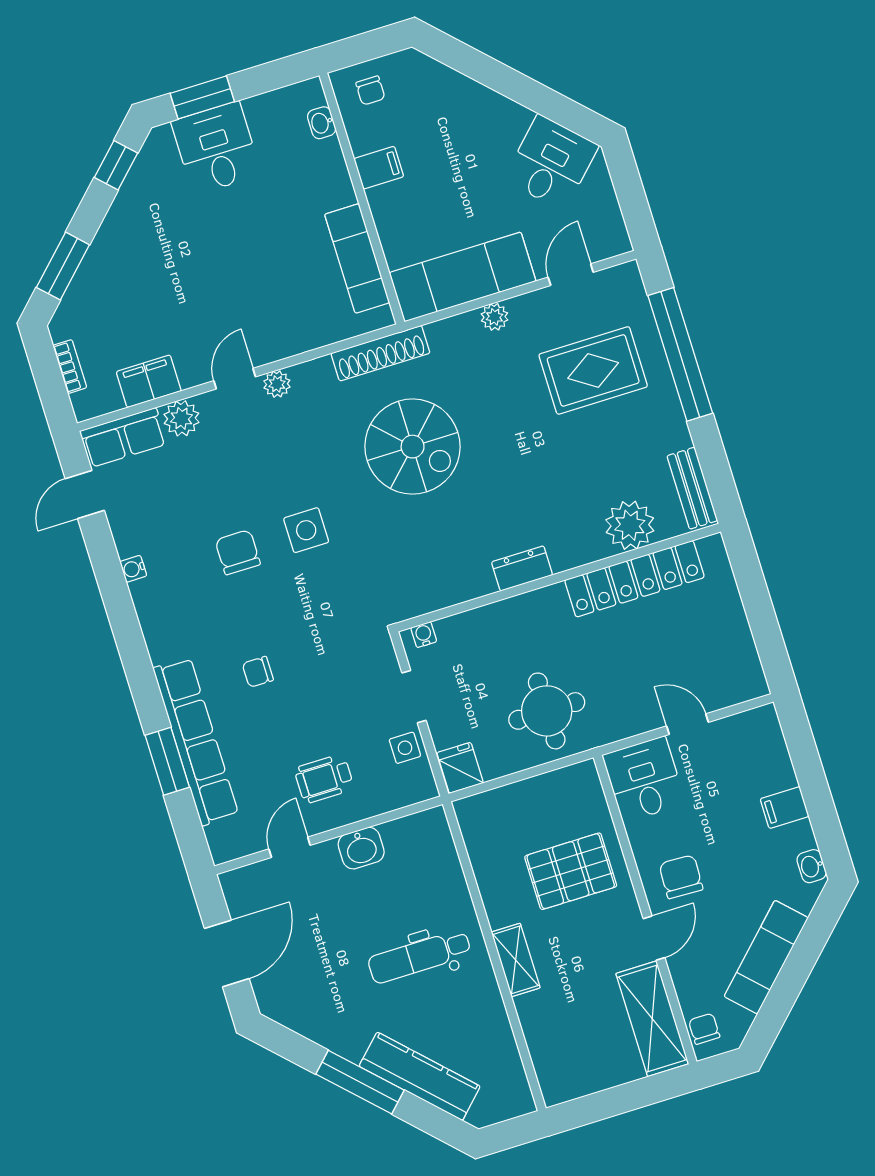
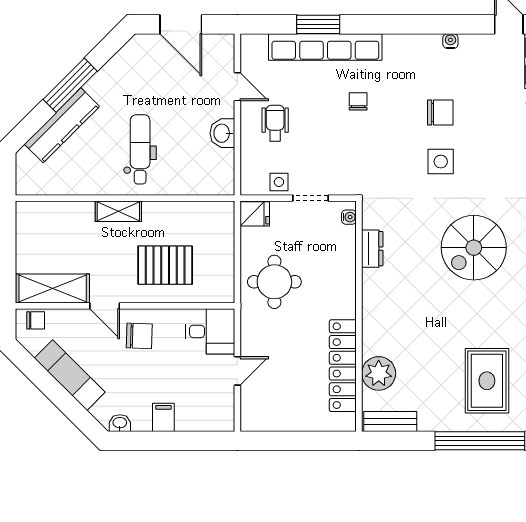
dresser: (522, 568) -> (372, 249), moved
pallet: (571, 871) -> (165, 265), turned 90

